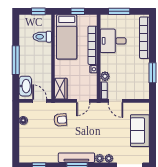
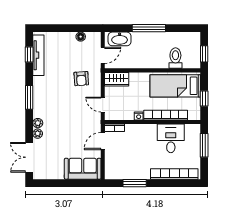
plant: (105, 76) -> (131, 129), removed
sofa: (140, 131) -> (83, 169), moved
tv unit: (76, 158) -> (38, 55), moved

